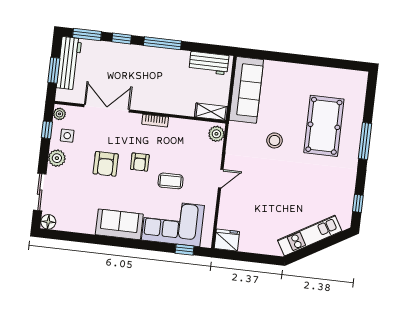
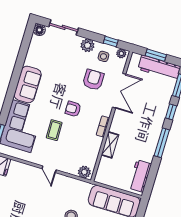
shelving: (211, 112) -> (110, 145), moved
armchair: (106, 164) -> (93, 80), moved, turned 90

